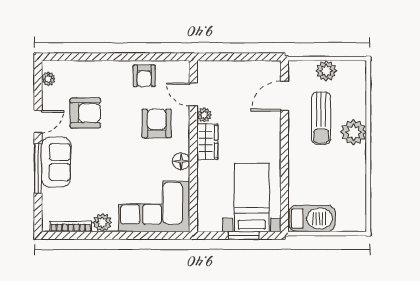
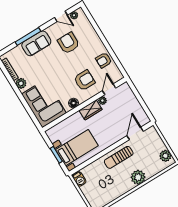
plant: (326, 71) -> (165, 156), moved
door: (284, 96) -> (135, 133), hinge flipped
armchair: (85, 113) -> (68, 43), turned 180
sun lounger: (321, 118) -> (119, 157), moved
door: (38, 122) -> (61, 16), moved
barbecue: (312, 219) -> (79, 179), width x0.53, depth x0.65

